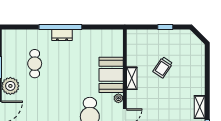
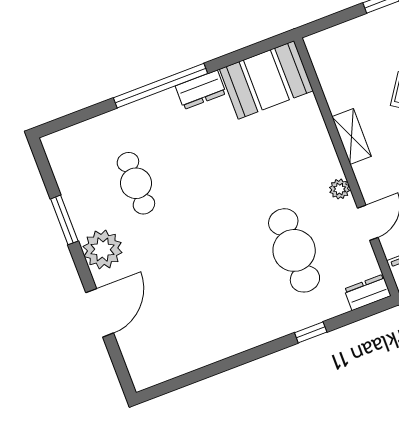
dresser: (62, 35) -> (201, 90), moved
booth: (111, 75) -> (266, 80), moved, turned 90

